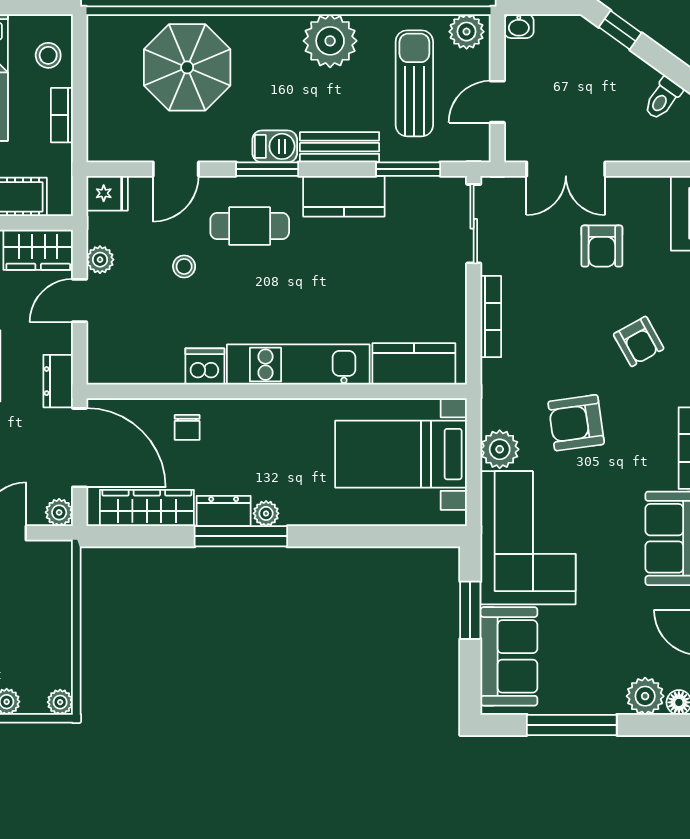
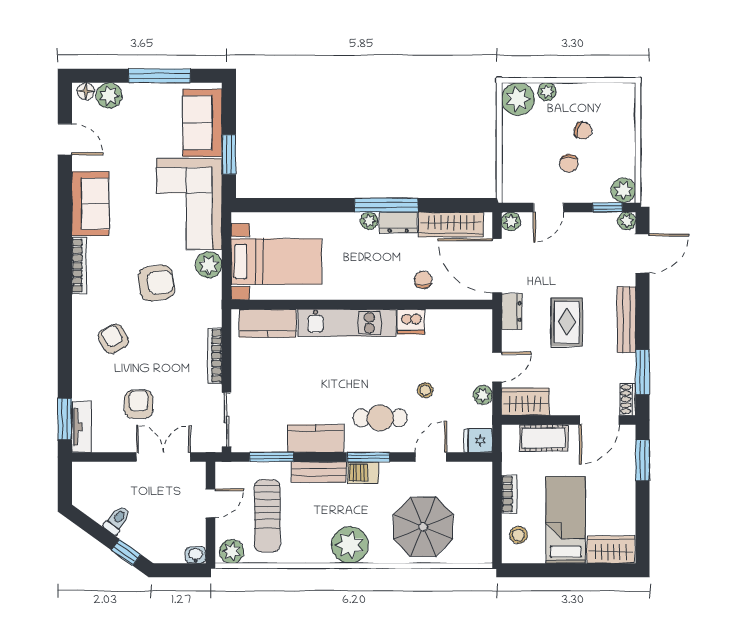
plant: (330, 41) -> (350, 545), moved
toilet: (663, 98) -> (117, 520), moved
plant: (60, 702) -> (518, 99), width x1.87, depth x1.87

